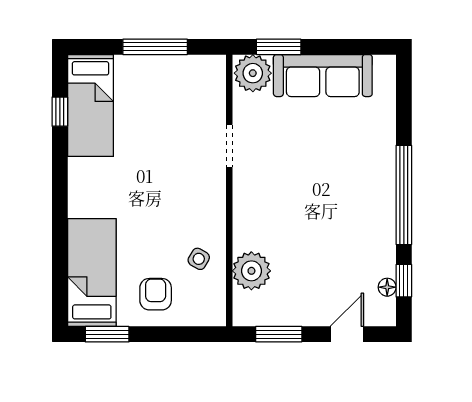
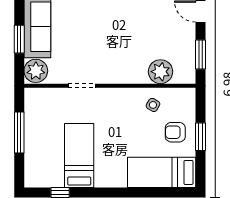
window: (279, 47) -> (19, 39), moved
bed: (90, 106) -> (79, 156), moved, turned -90
window: (107, 334) -> (201, 137), moved

